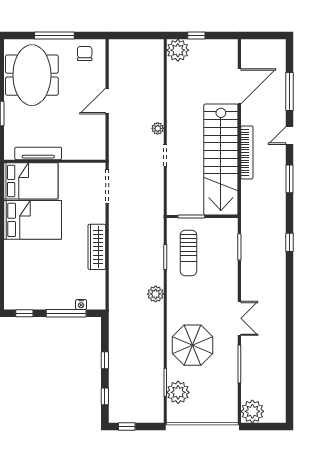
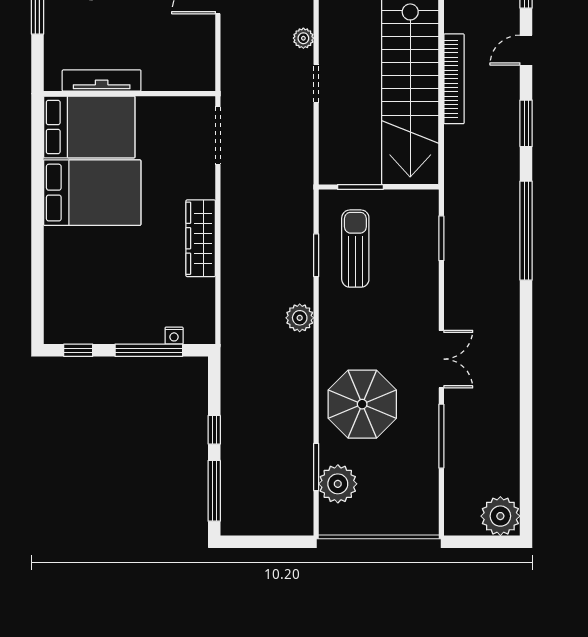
window: (290, 242) -> (526, 231), width x3.17
sun lounger: (188, 253) -> (355, 249), turned 180
window: (105, 396) -> (214, 491), width x2.17
plant: (252, 411) -> (500, 516), moved
window: (127, 427) -> (251, 542), removed

